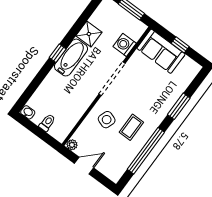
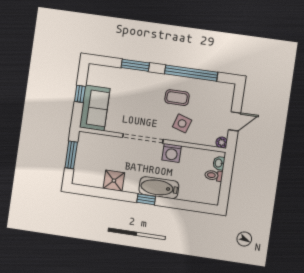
washing machine: (125, 45) -> (172, 153), moved
bathtub: (71, 58) -> (159, 188), moved
washbasin: (28, 112) -> (219, 163), moved
door: (84, 166) -> (235, 121), swing flipped

